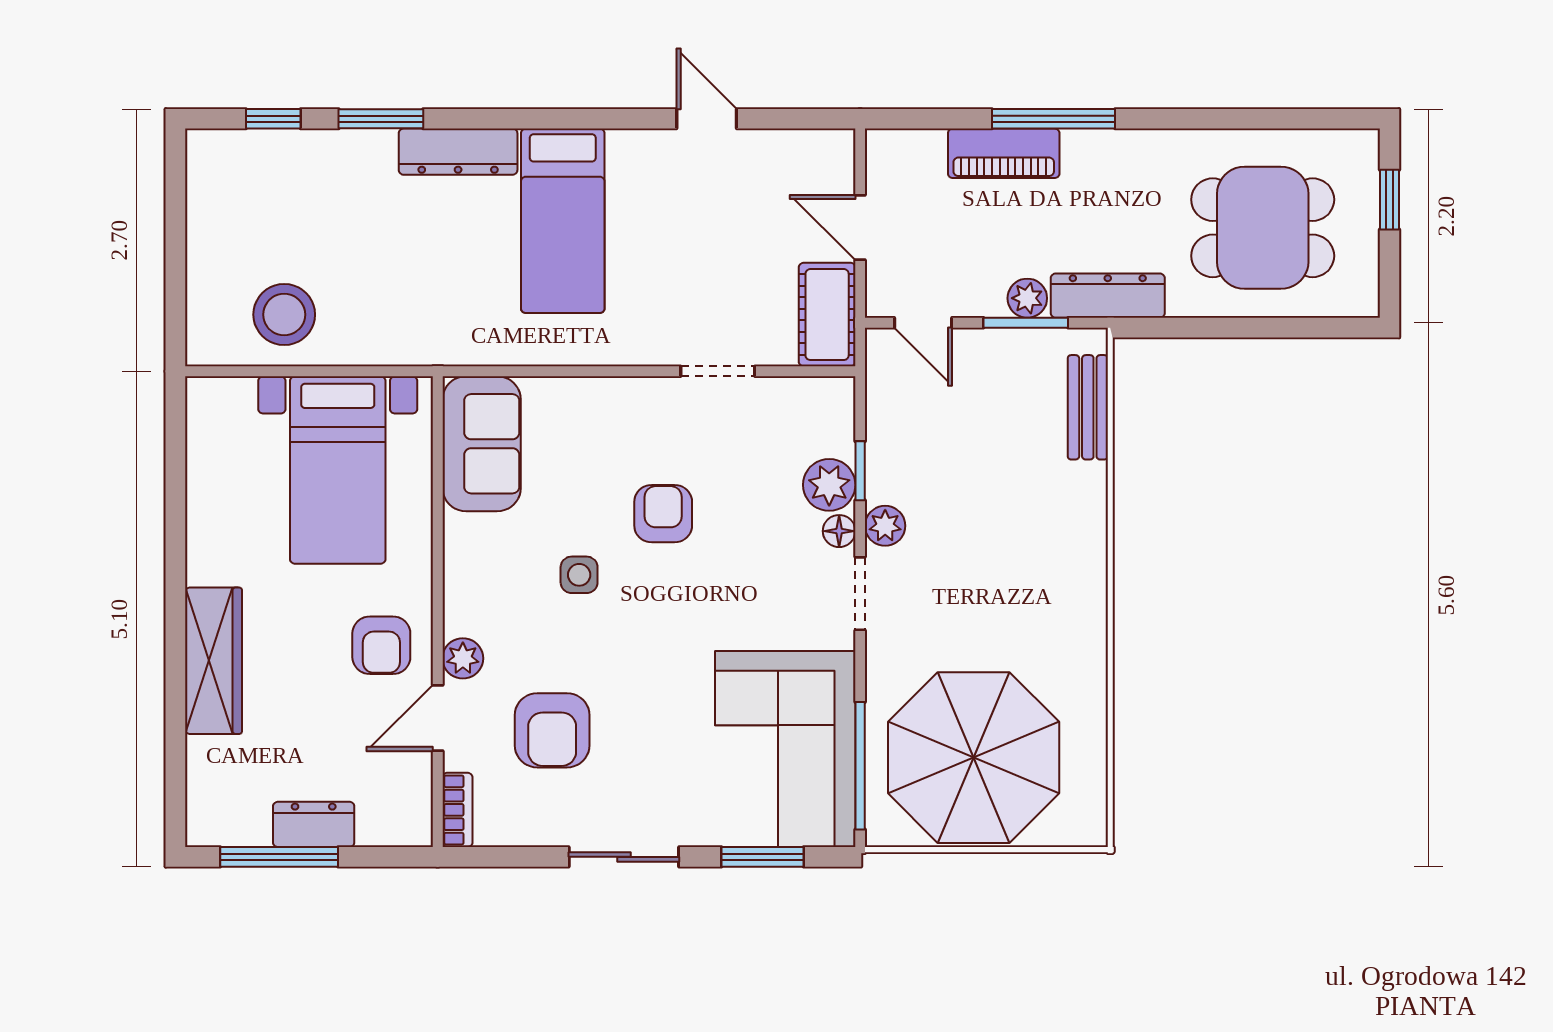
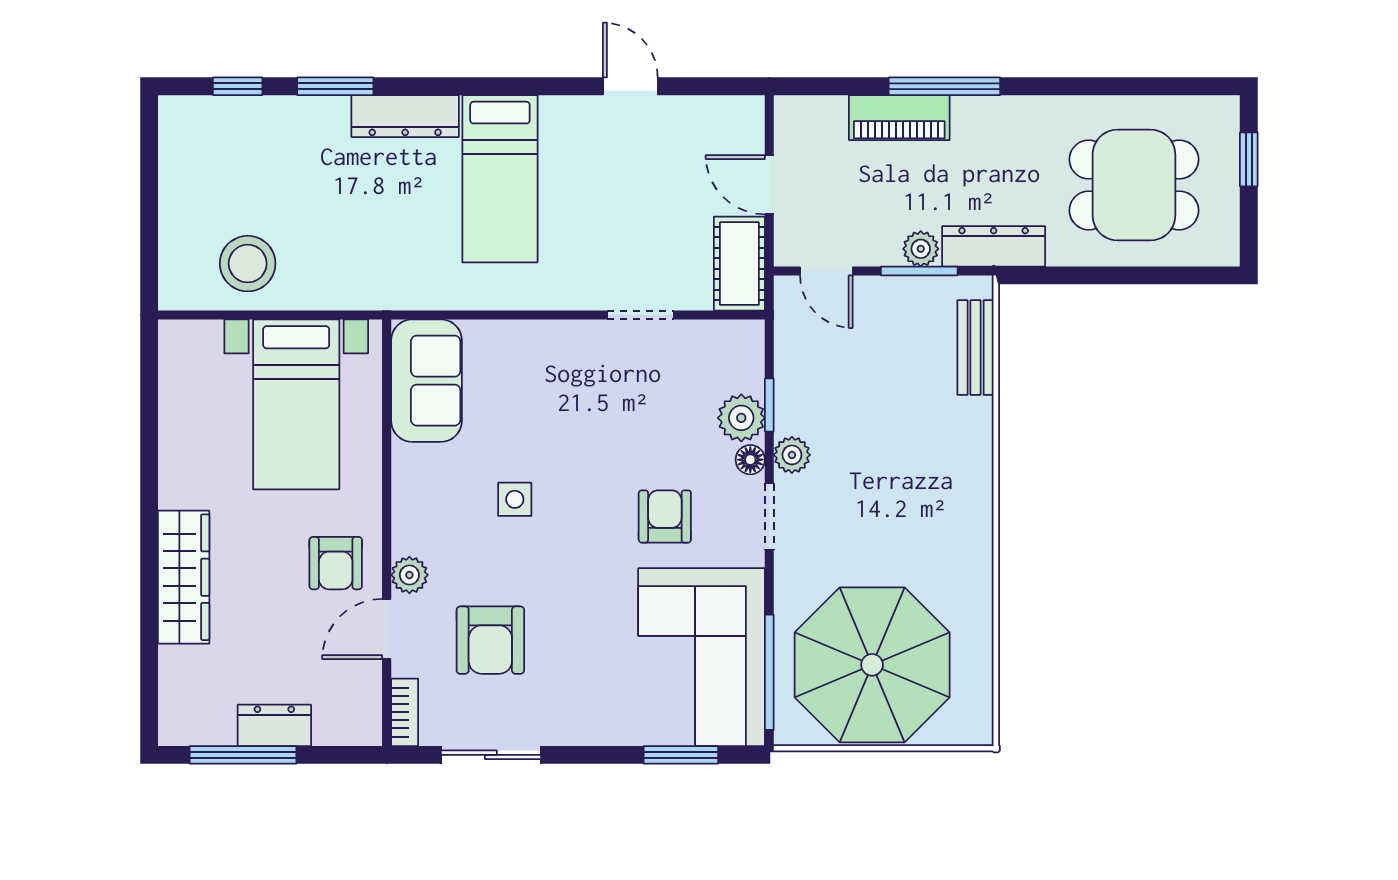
armchair: (663, 514) -> (665, 516), moved
sliding door: (624, 857) -> (491, 755), moved

